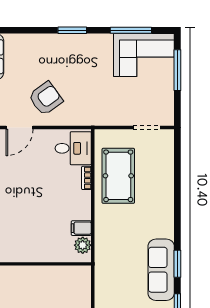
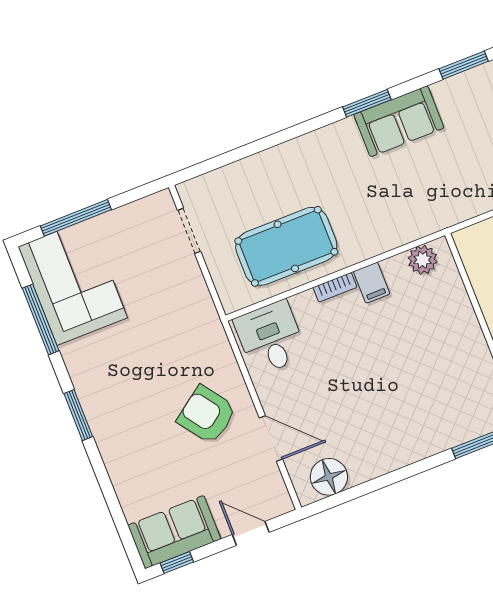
bookcase: (86, 178) -> (335, 287), moved
filing cabinet: (81, 228) -> (372, 283), moved
window: (177, 264) -> (367, 103), moved
sofa: (161, 270) -> (399, 121), width x0.73

